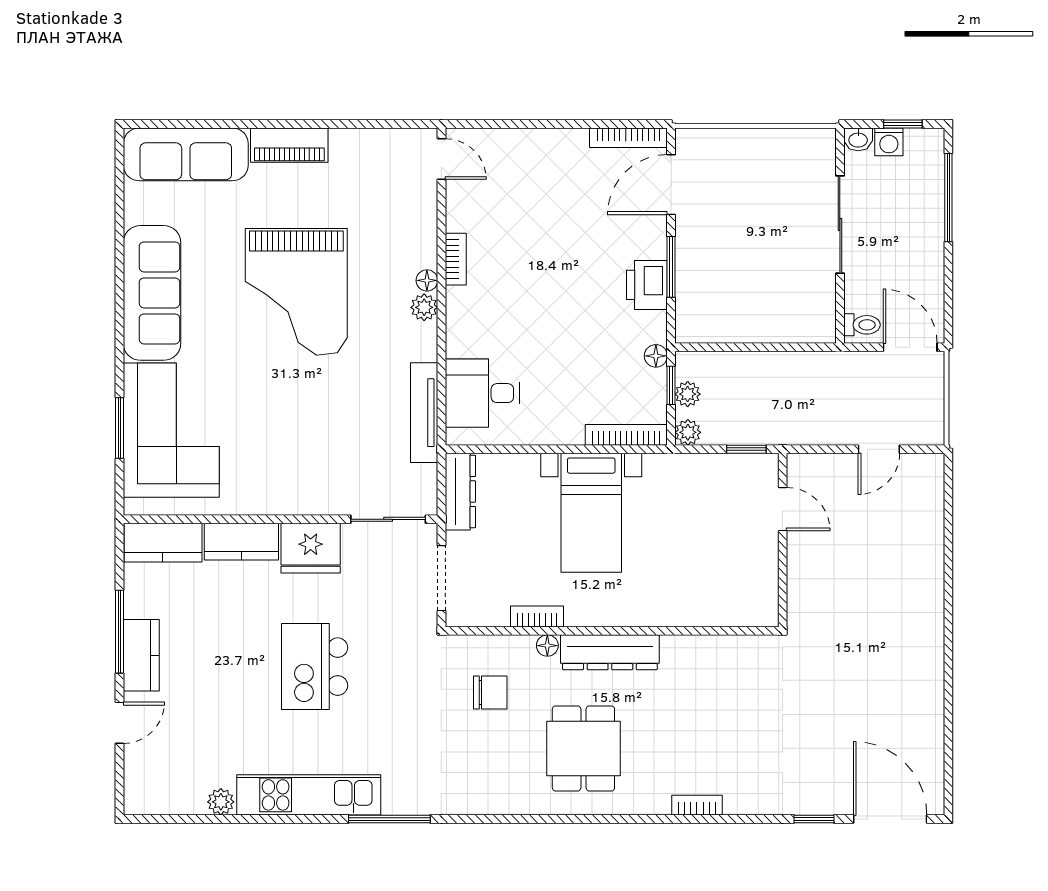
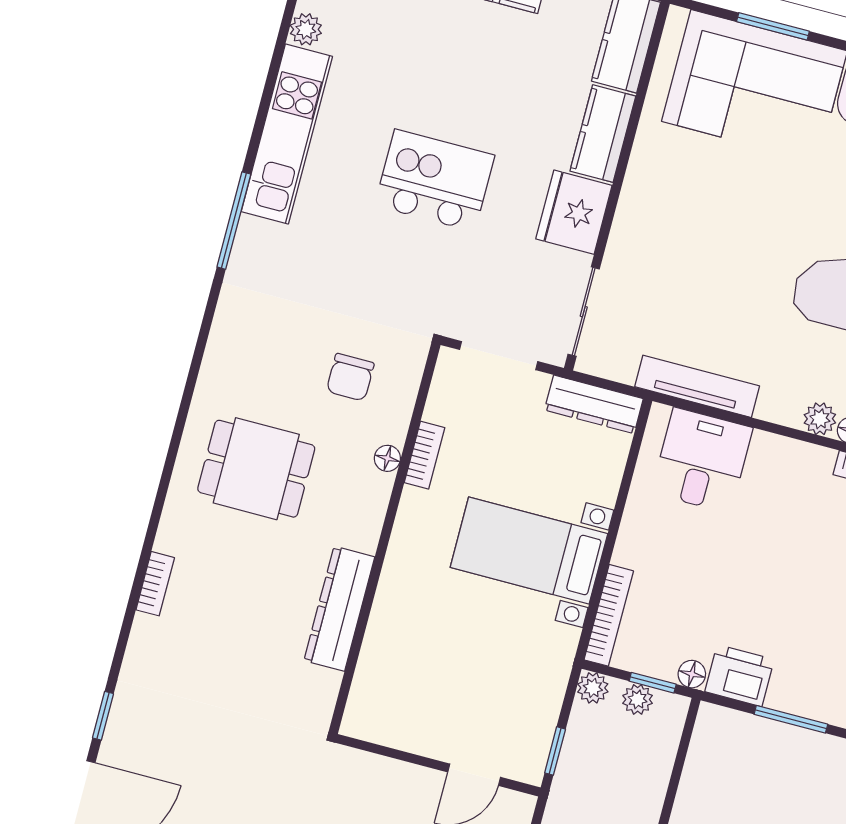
printer: (647, 285) -> (739, 676), moved
dresser: (610, 652) -> (339, 609), moved

